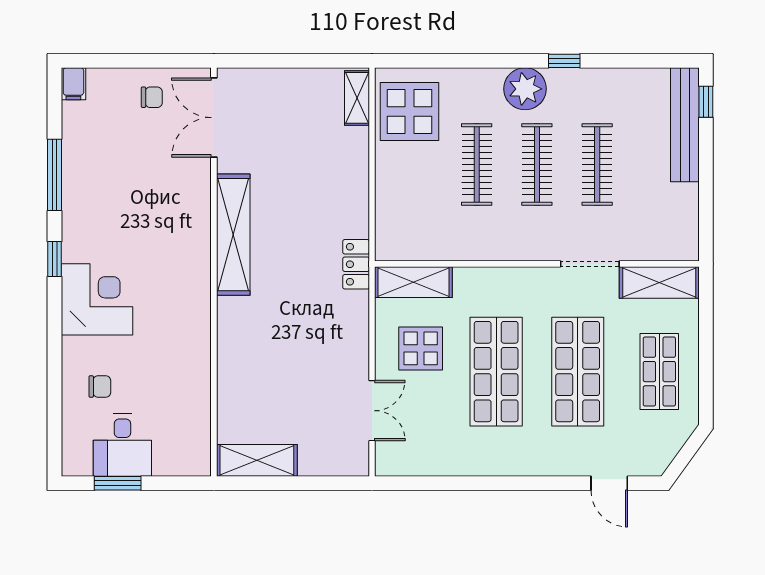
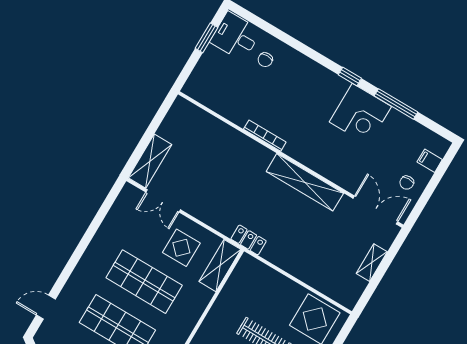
filing cabinet: (73, 84) -> (430, 161), moved
shelving: (357, 98) -> (372, 263), moved, turned 90
corner desk: (97, 299) -> (360, 114), moved
bookcase: (203, 326) -> (265, 136), added
desk: (122, 445) -> (236, 36), moved
shelving: (257, 460) -> (150, 161), moved

